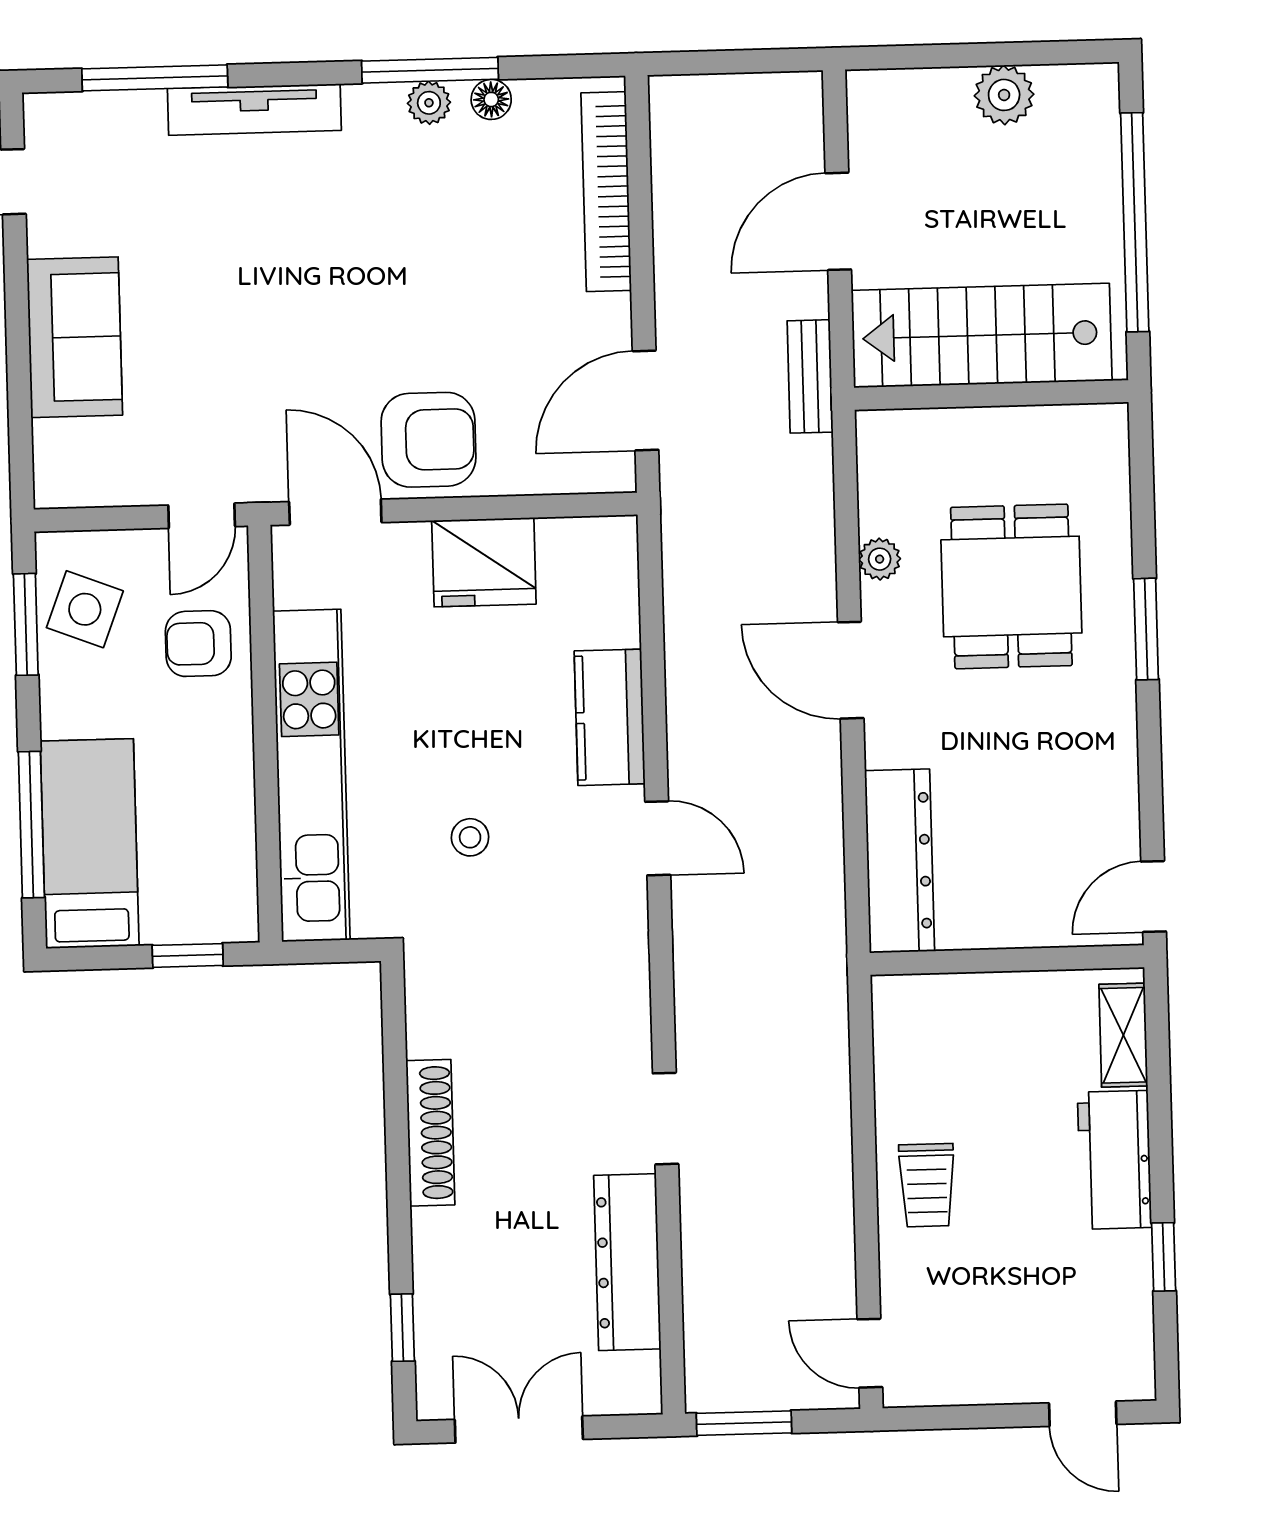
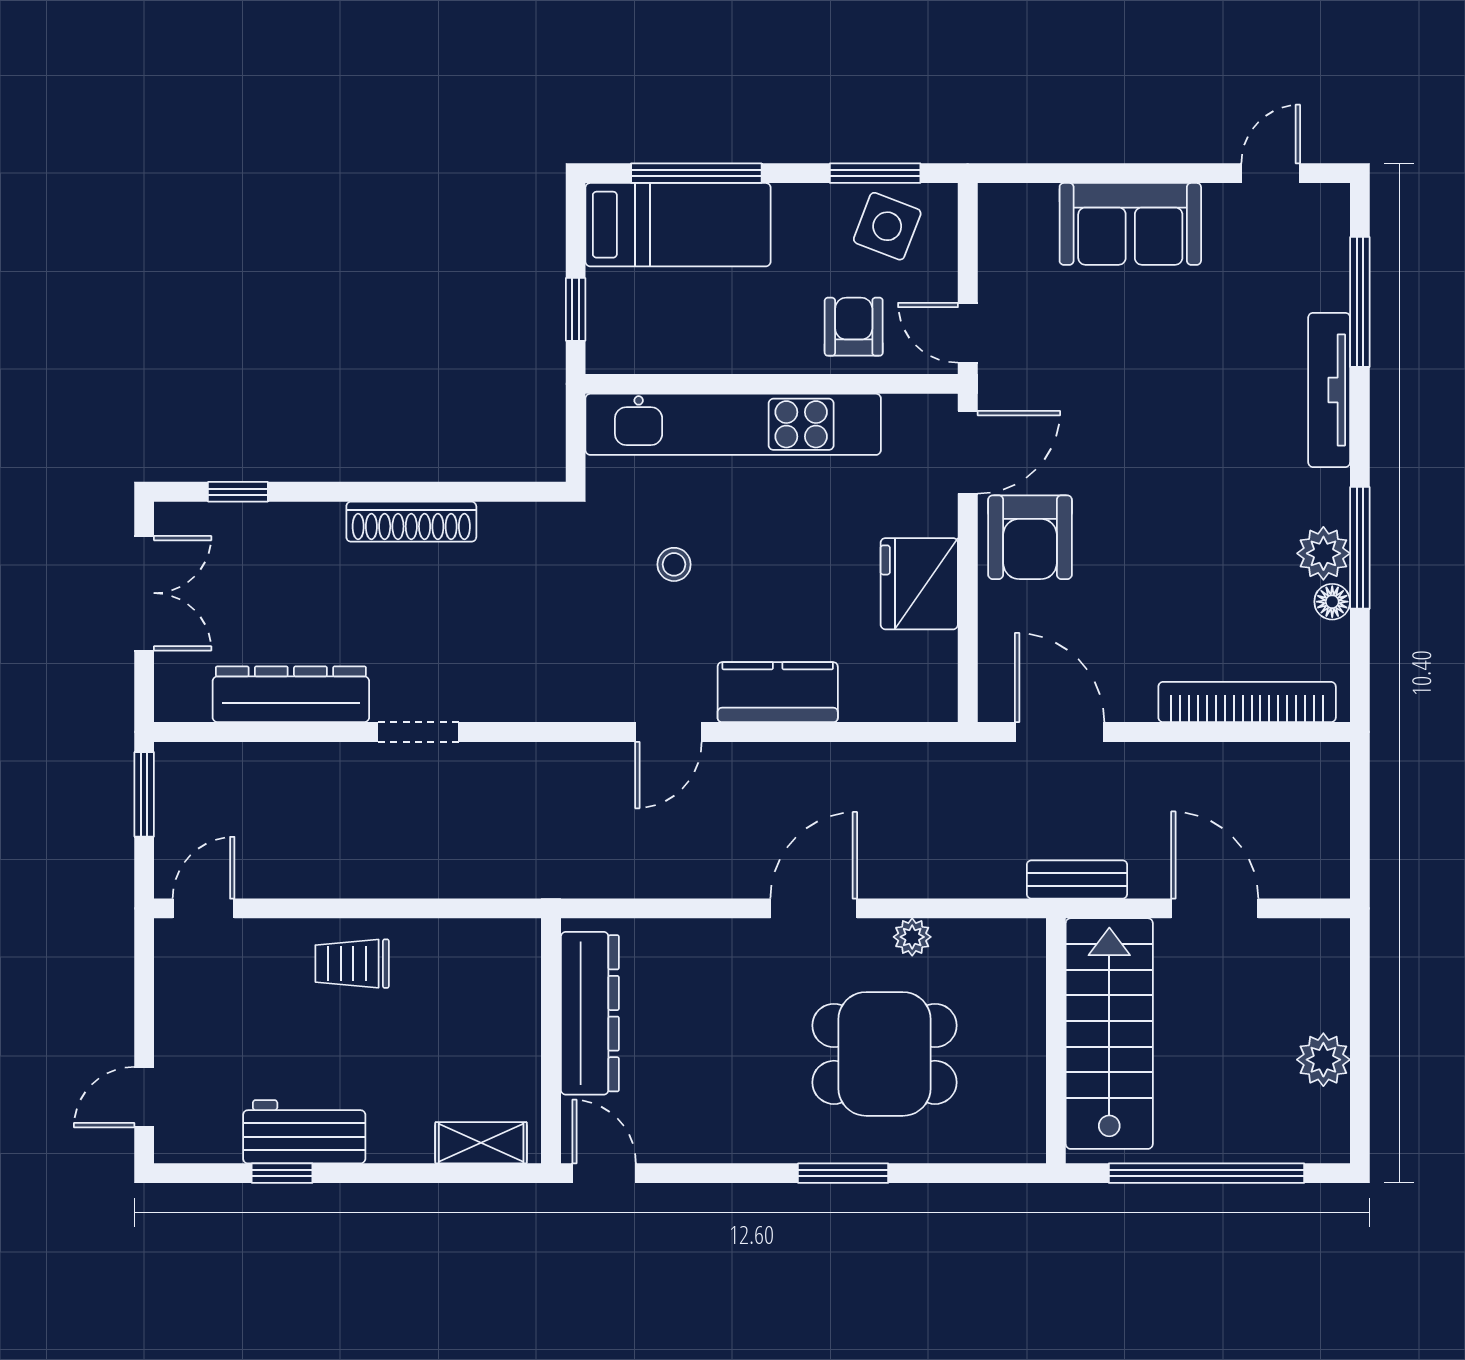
plant: (429, 103) -> (1323, 553), width x1.38, depth x1.38
dresser: (900, 861) -> (590, 1013), moved, turned -90
workbench: (1115, 1160) -> (304, 1132), moved

